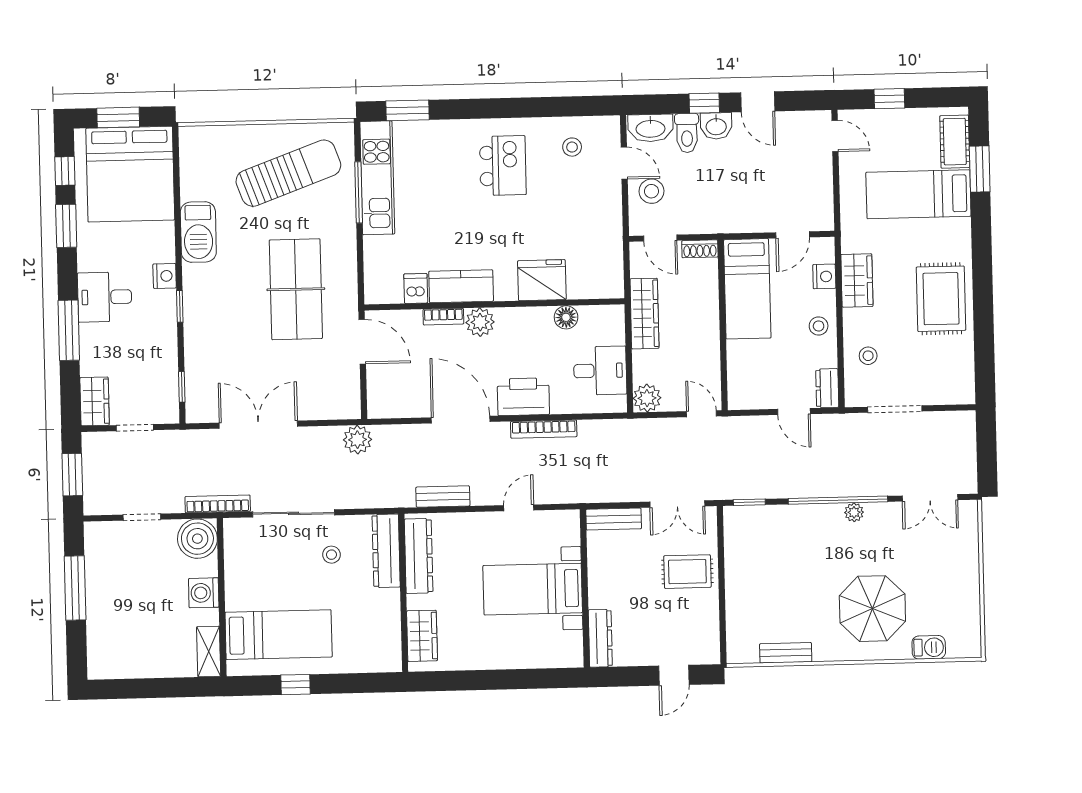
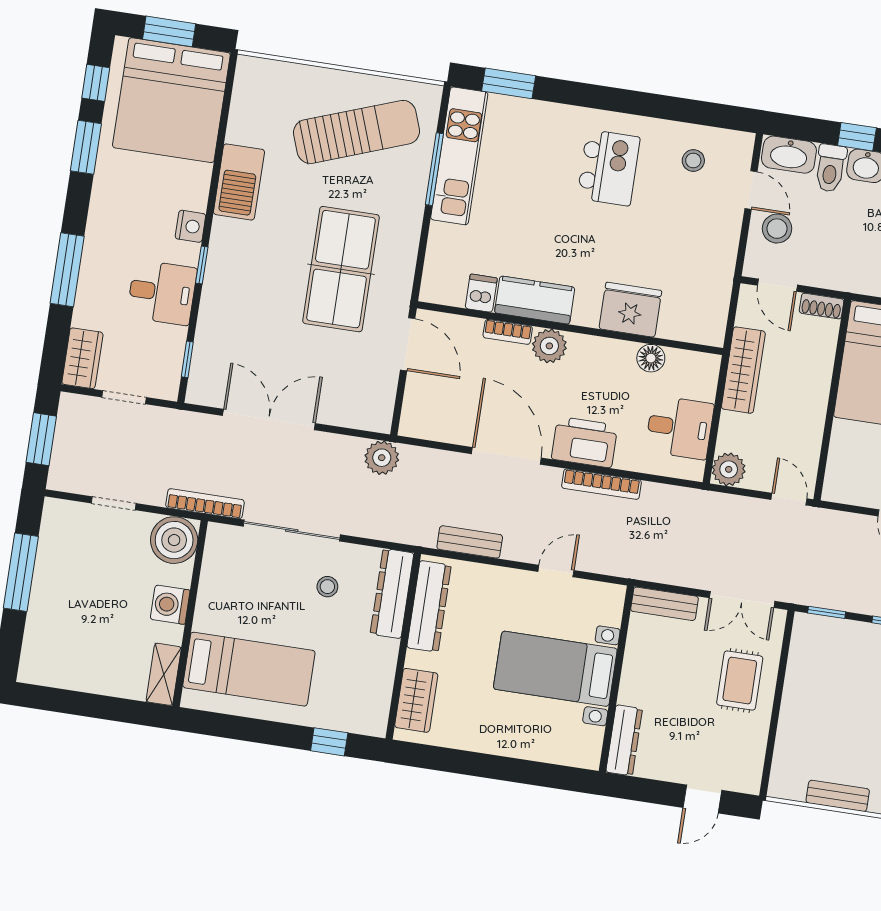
desk: (105, 297) -> (162, 292), moved, turned 180
rug: (687, 572) -> (740, 681), turned 90
window: (296, 685) -> (329, 742), moved

